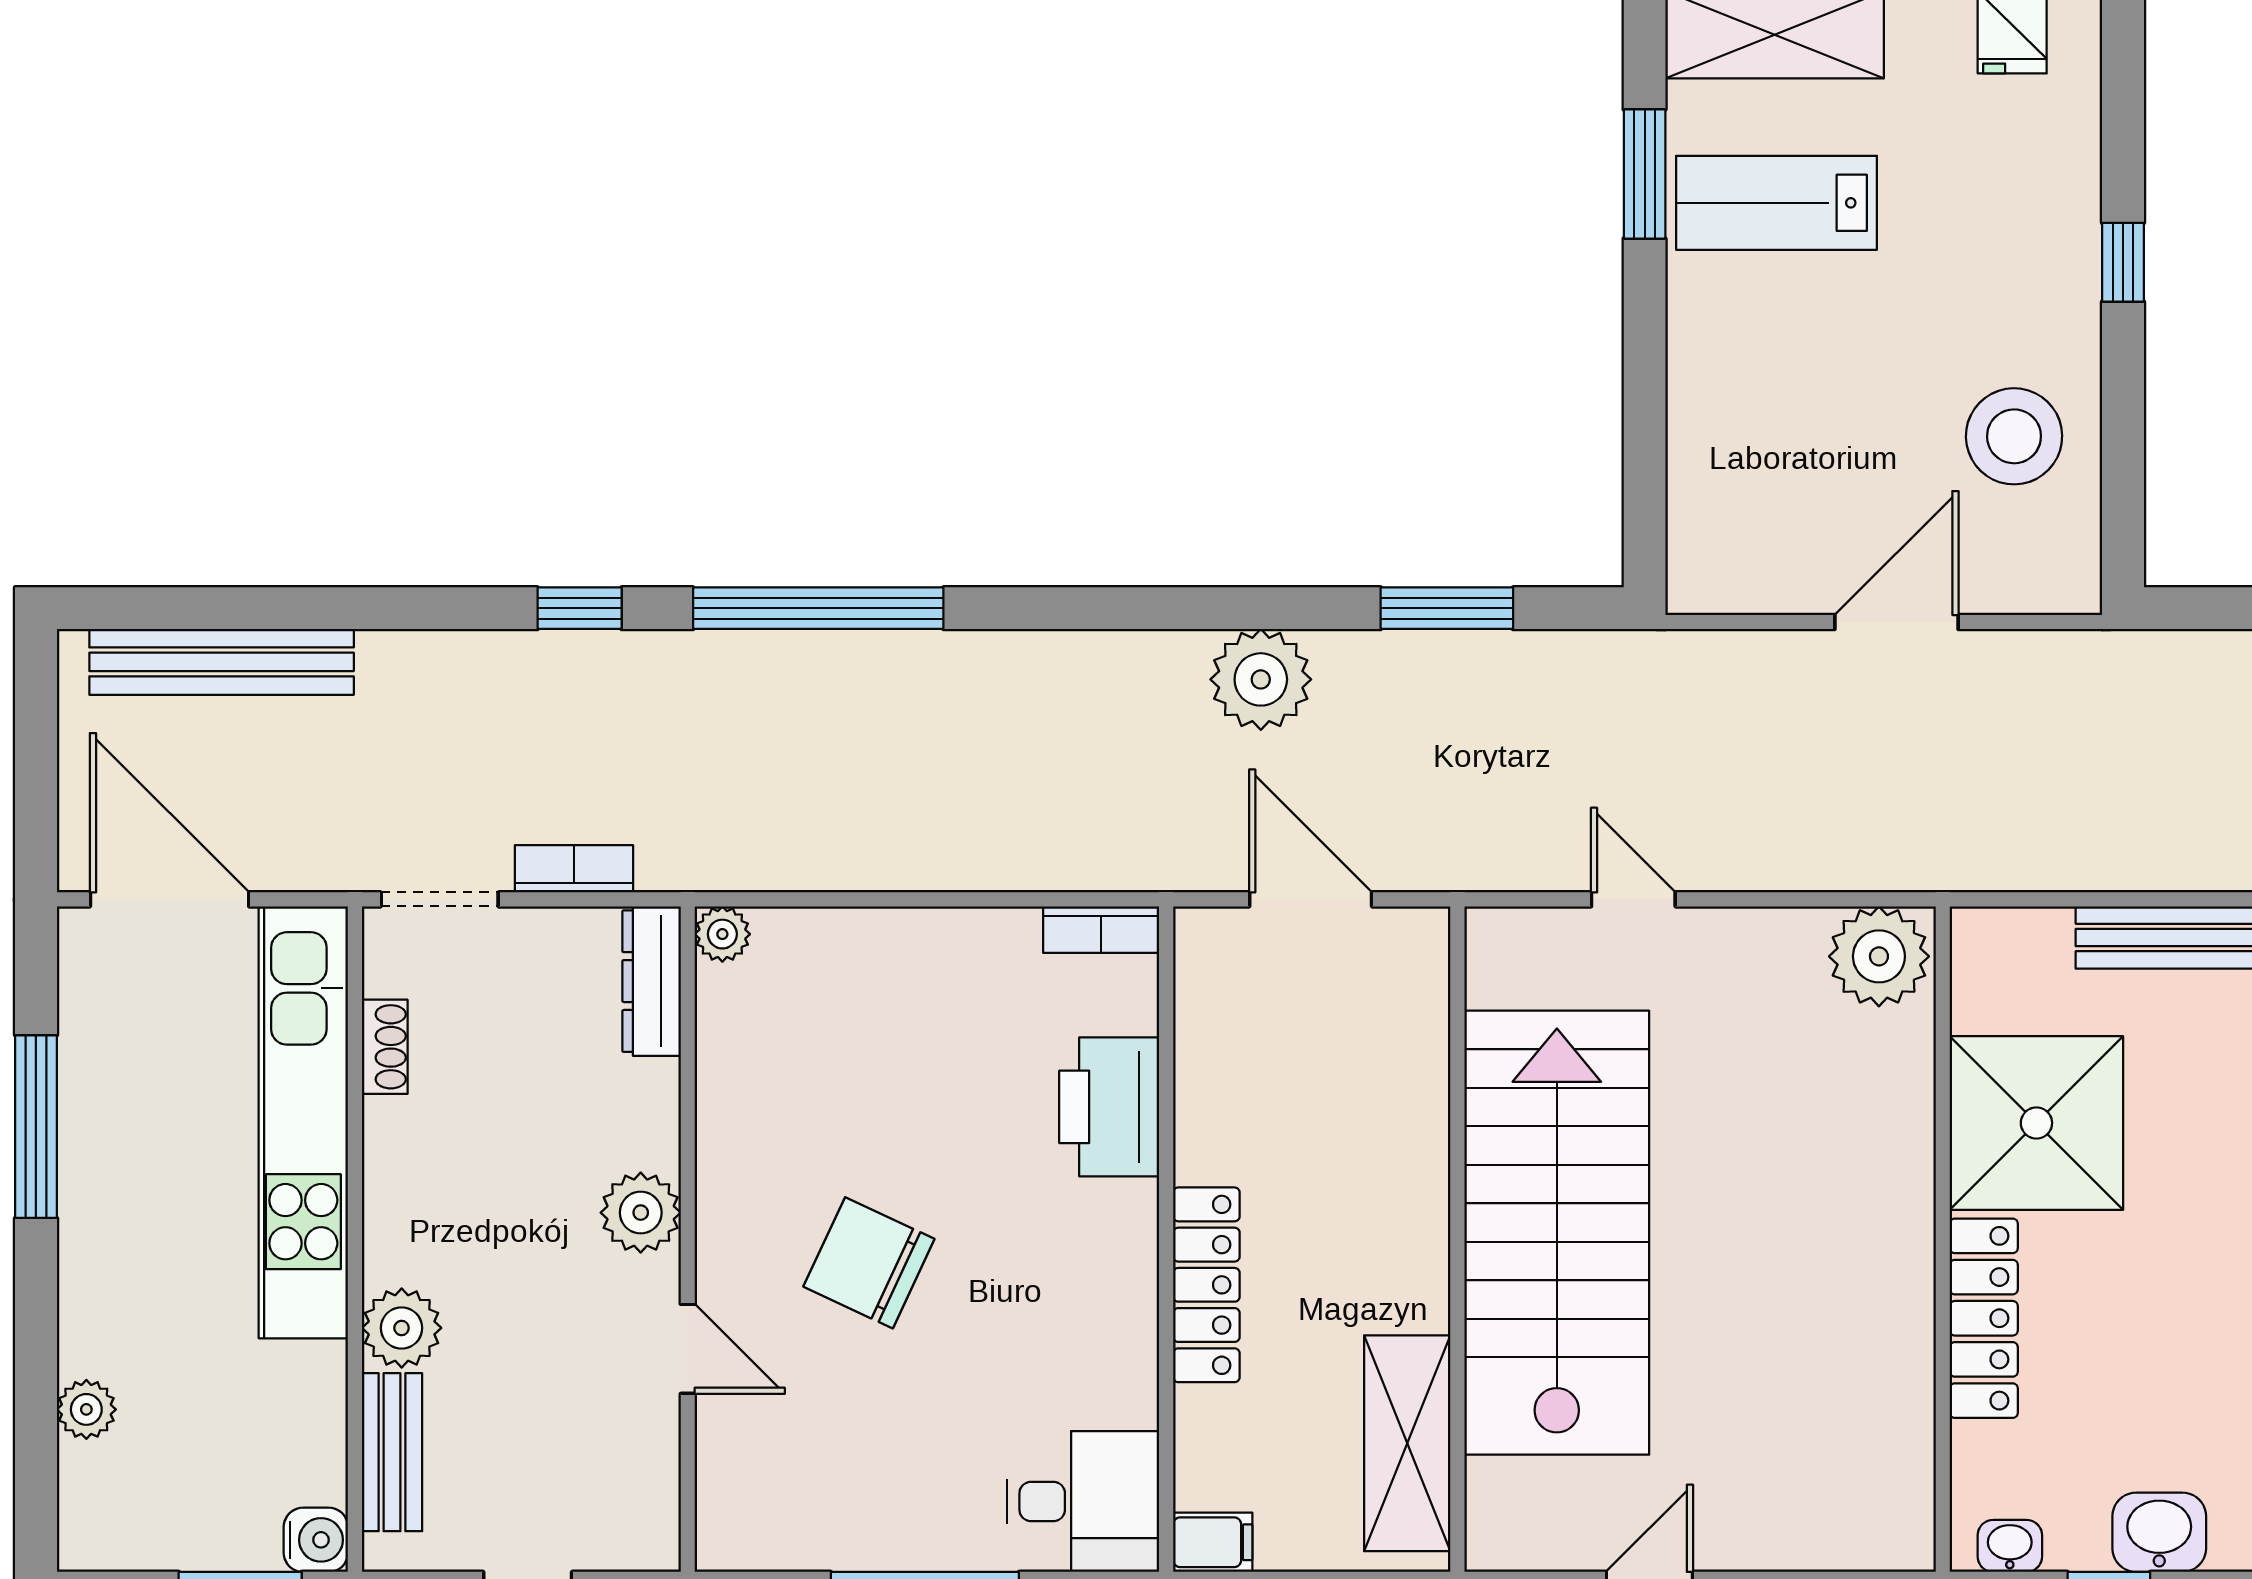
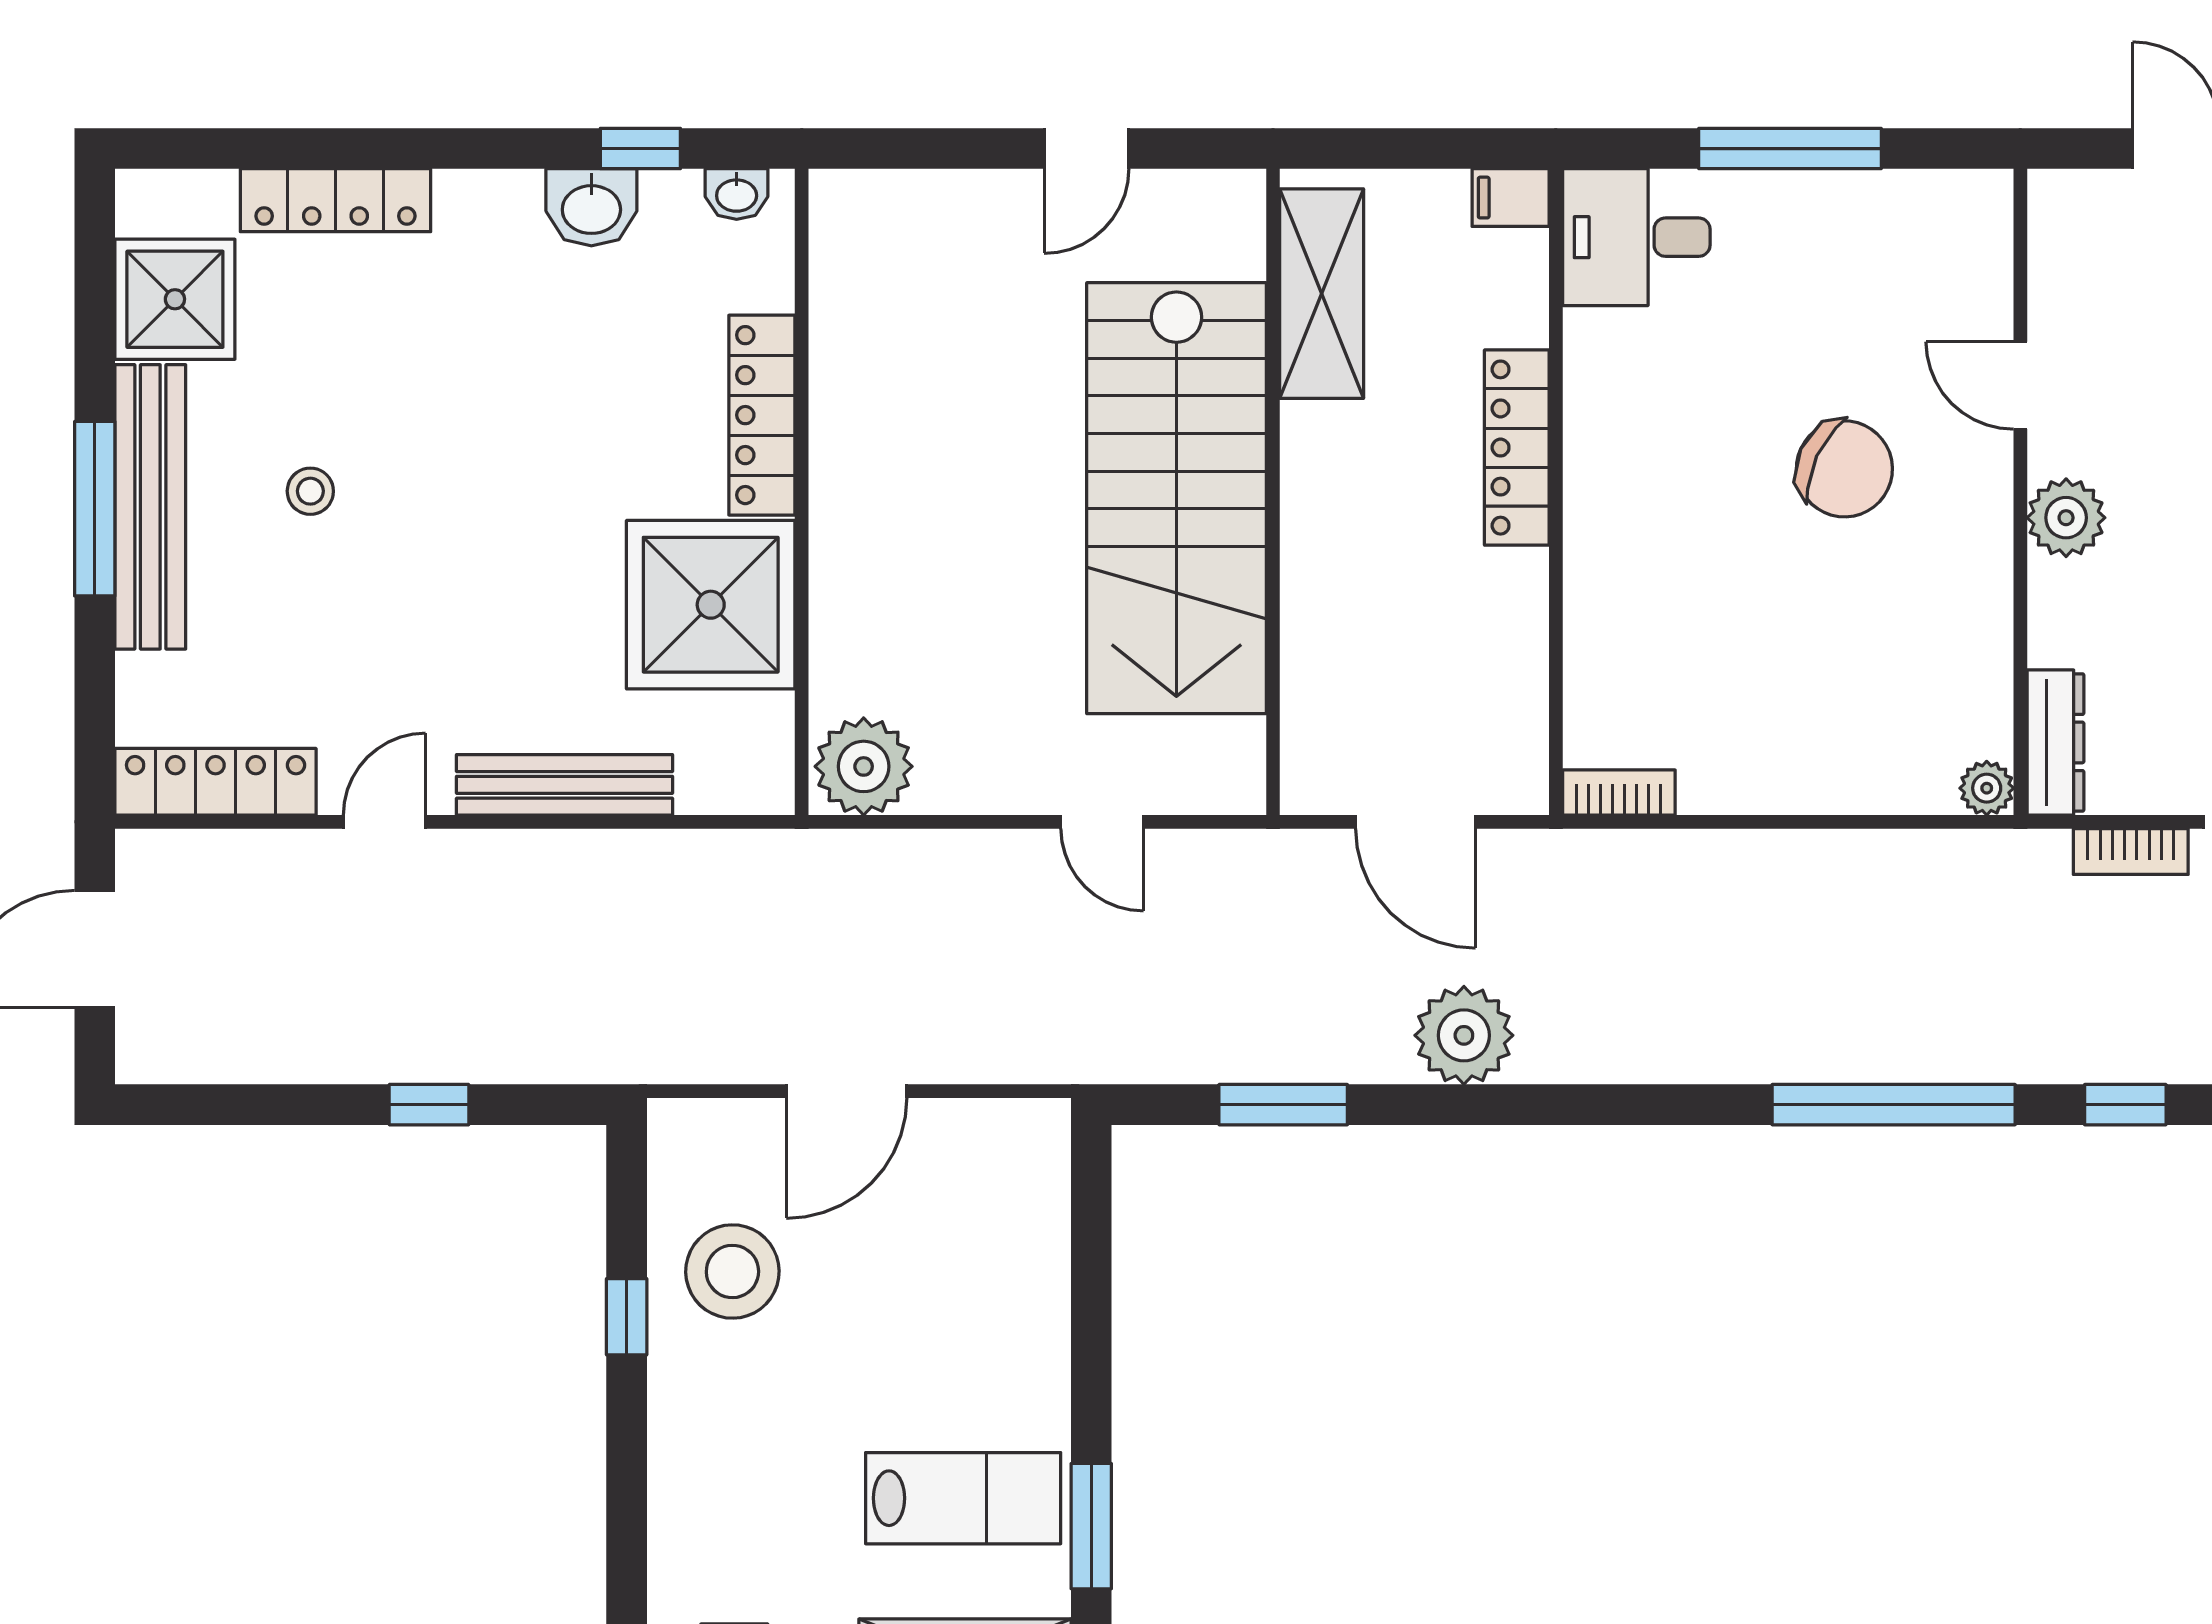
window: (2123, 262) -> (627, 1317), moved
printer: (1109, 1107) -> (1611, 620), removed

